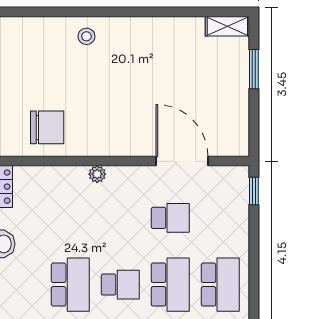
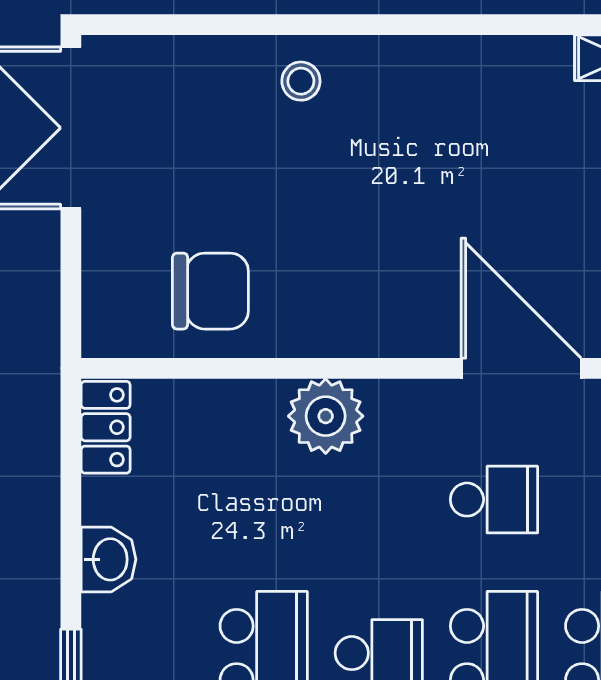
plant: (97, 174) -> (326, 416), width x1.88, depth x1.88

